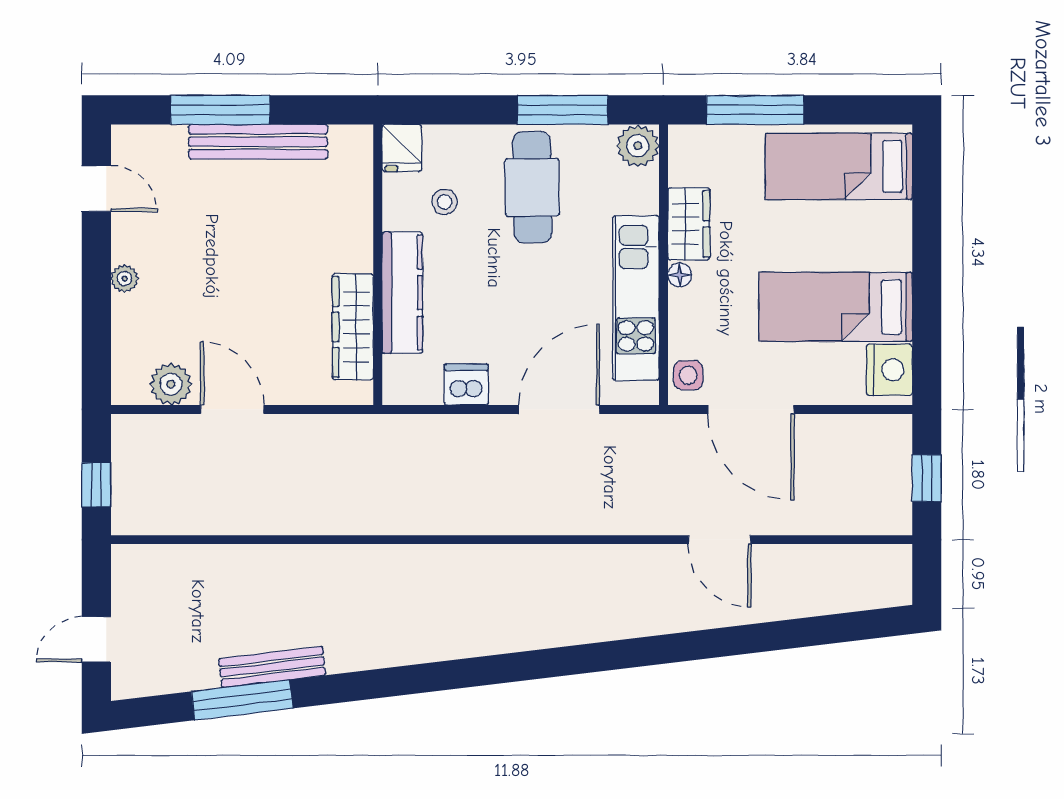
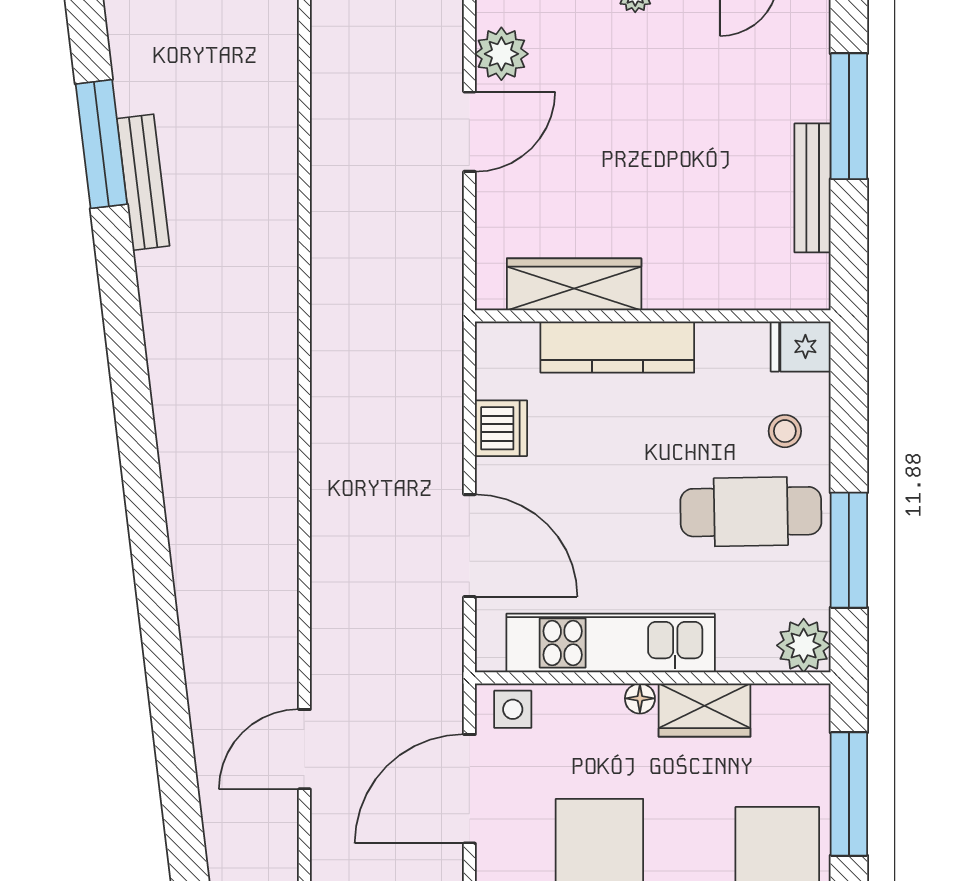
bench: (258, 142) -> (812, 188), width x0.73, depth x0.82
stool: (445, 202) -> (785, 431), moved

